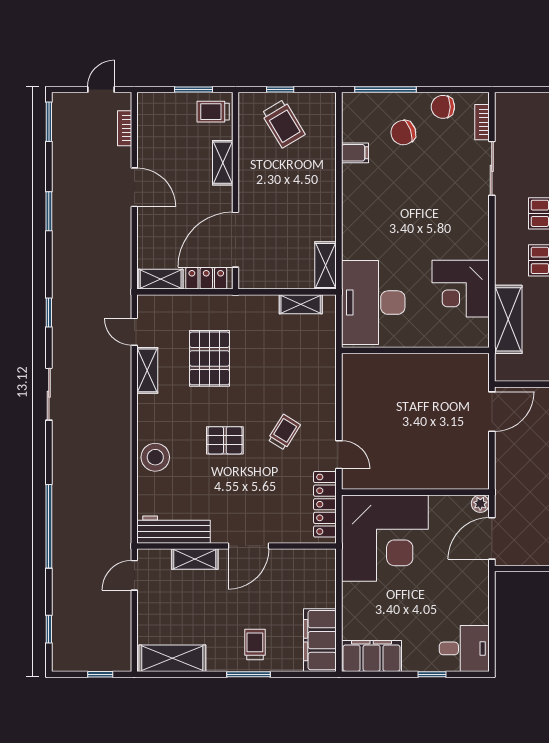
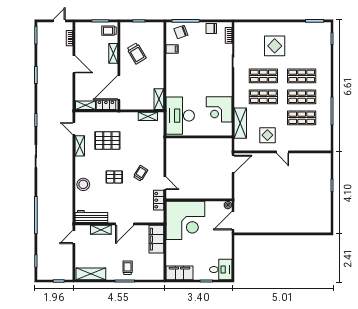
trolley: (283, 124) -> (137, 53), moved
chair: (403, 133) -> (181, 32), moved
pallet: (209, 358) -> (107, 140), turned 90
locker: (325, 504) -> (159, 200), width x0.66
filing cabinet: (320, 640) -> (156, 239), moved

